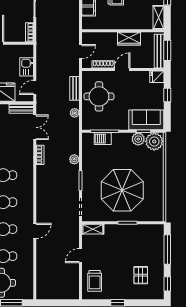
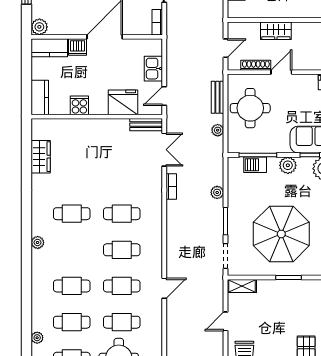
wardrobe: (129, 39) -> (276, 31), moved
plant: (138, 139) -> (288, 165), moved

